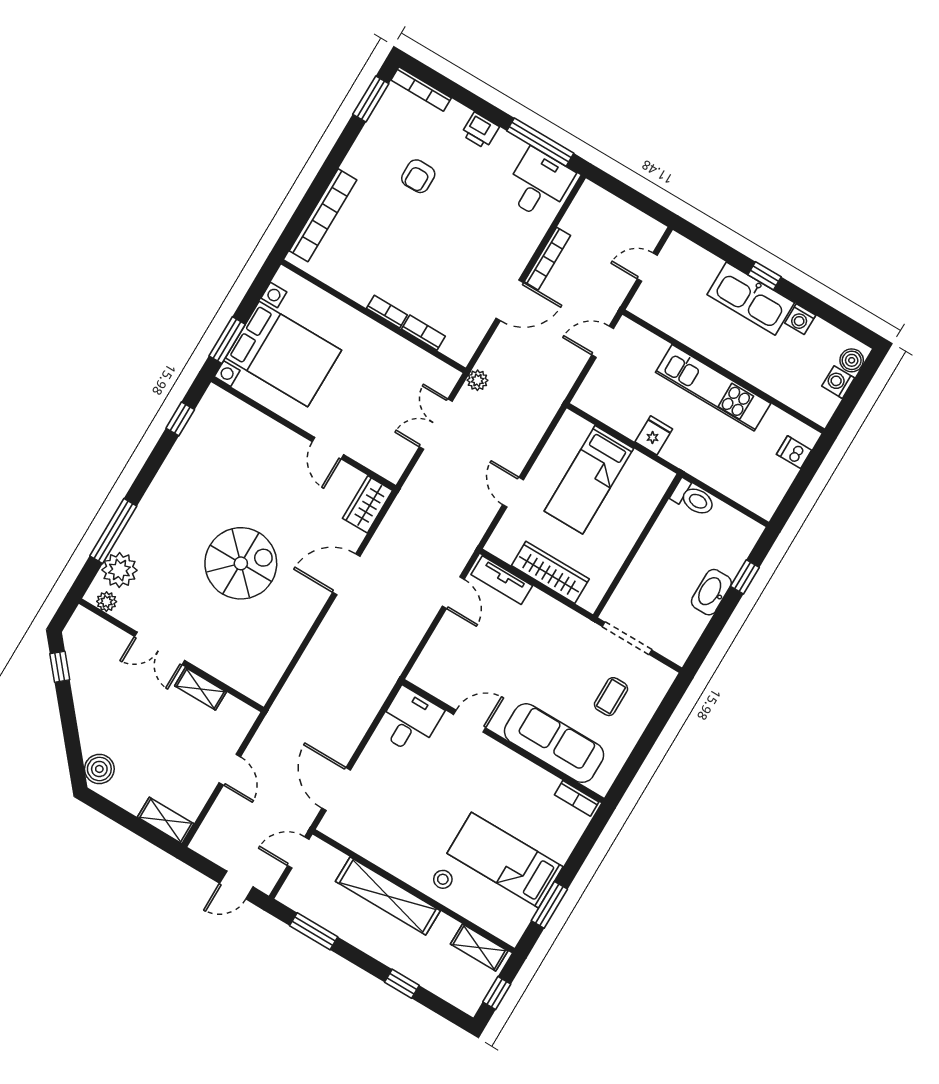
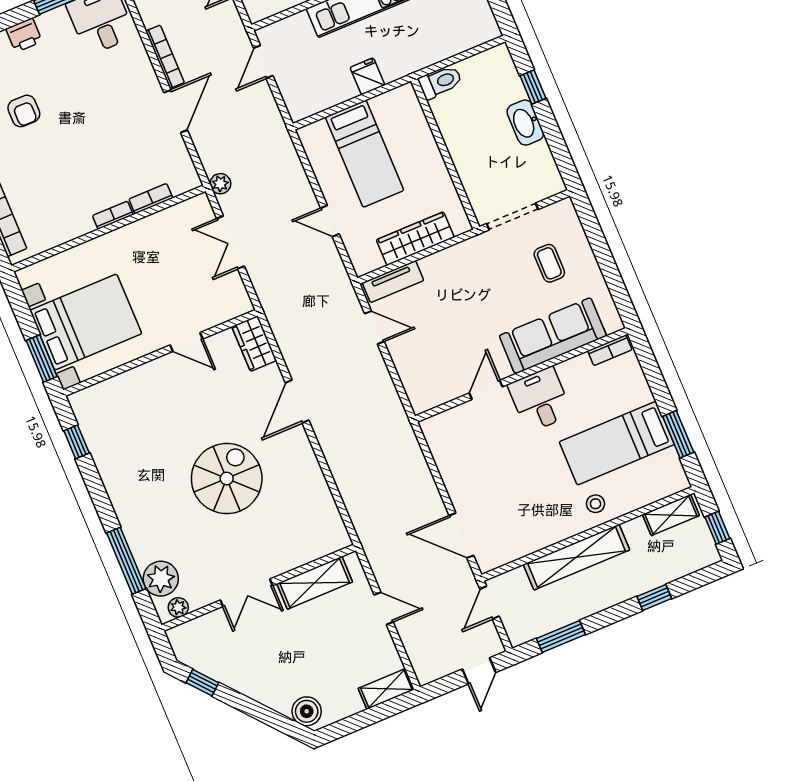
shelving: (201, 689) -> (315, 583), width x1.50, depth x1.33
desk: (410, 721) -> (540, 400), moved

